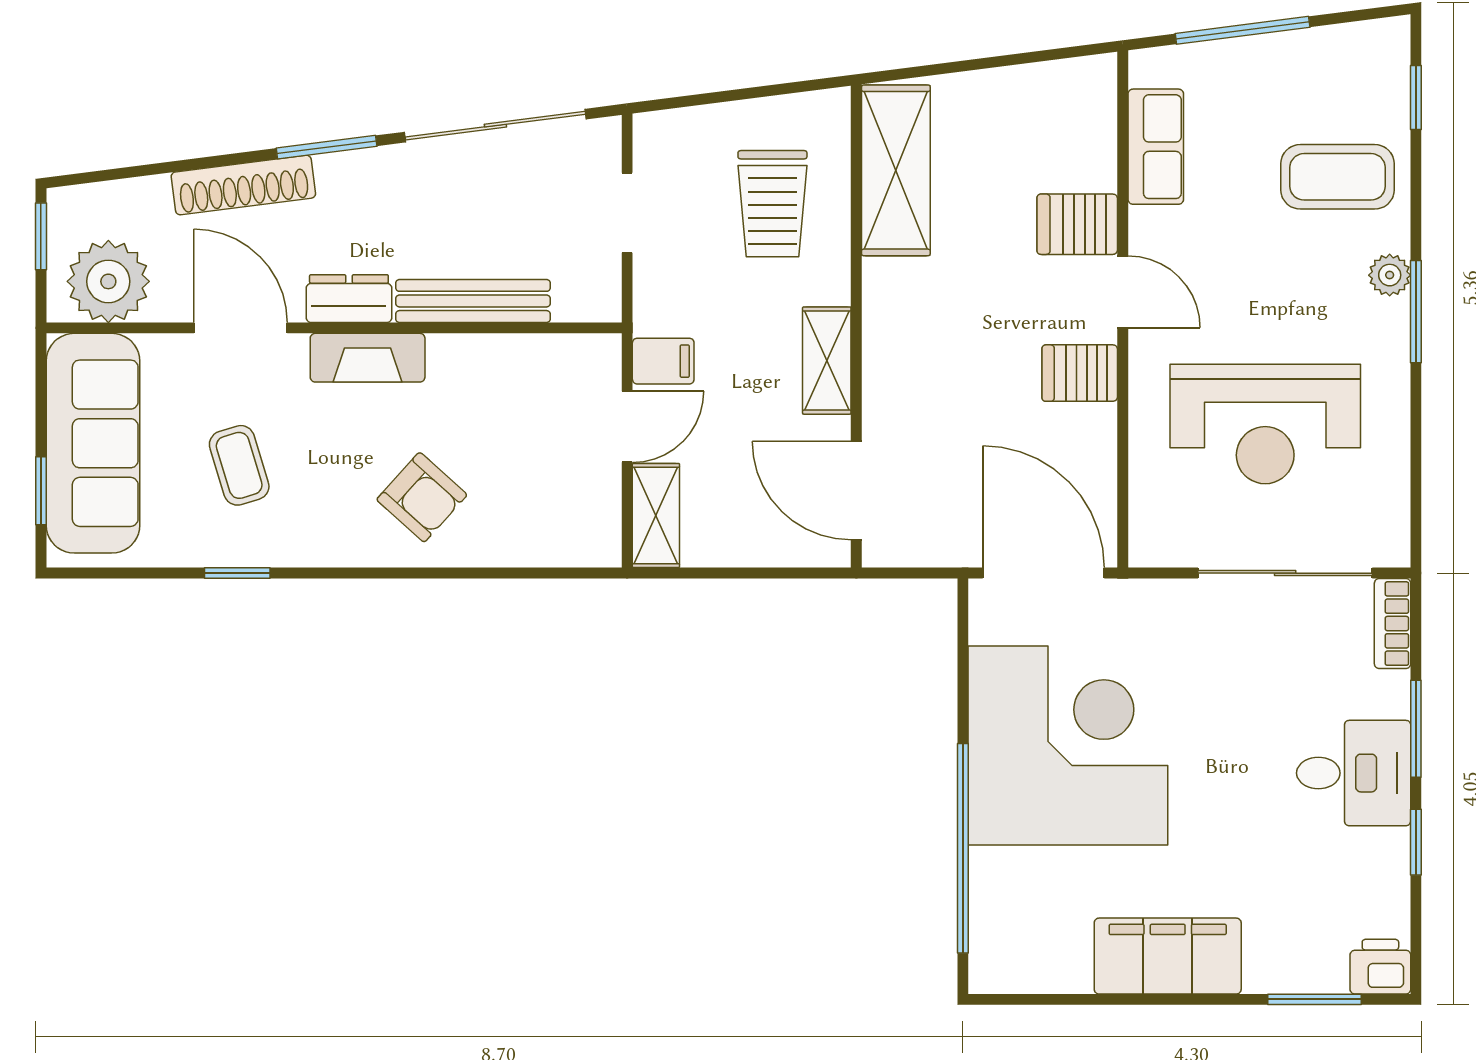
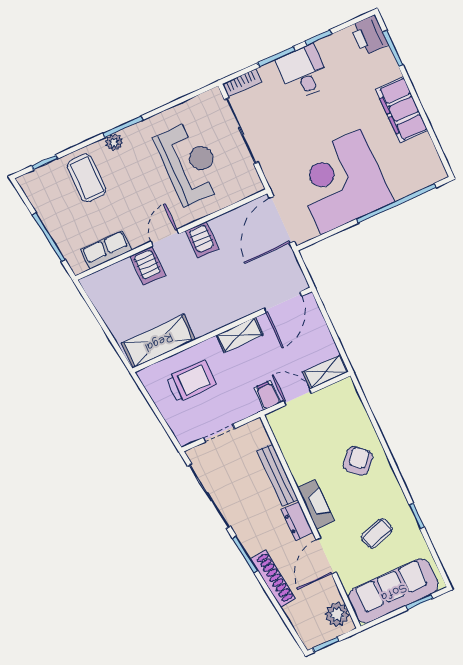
plant: (108, 281) -> (337, 615), width x0.73, depth x0.73
printer: (1380, 967) -> (369, 35), width x1.36, depth x1.24

